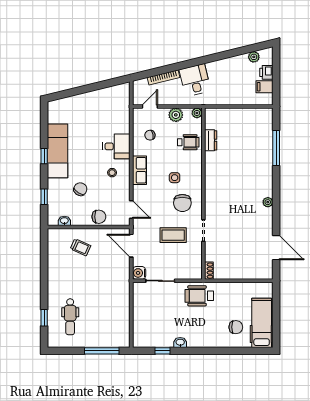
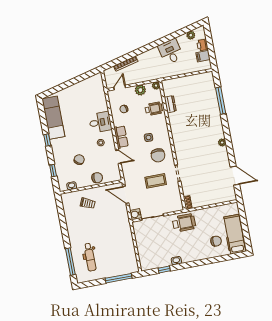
desk: (195, 80) -> (171, 52), moved
exam couch: (58, 151) -> (53, 118), moved
door: (131, 210) -> (118, 157), moved
wheelchair: (199, 296) -> (184, 223), turned 180
window: (44, 318) -> (70, 262), width x2.17

